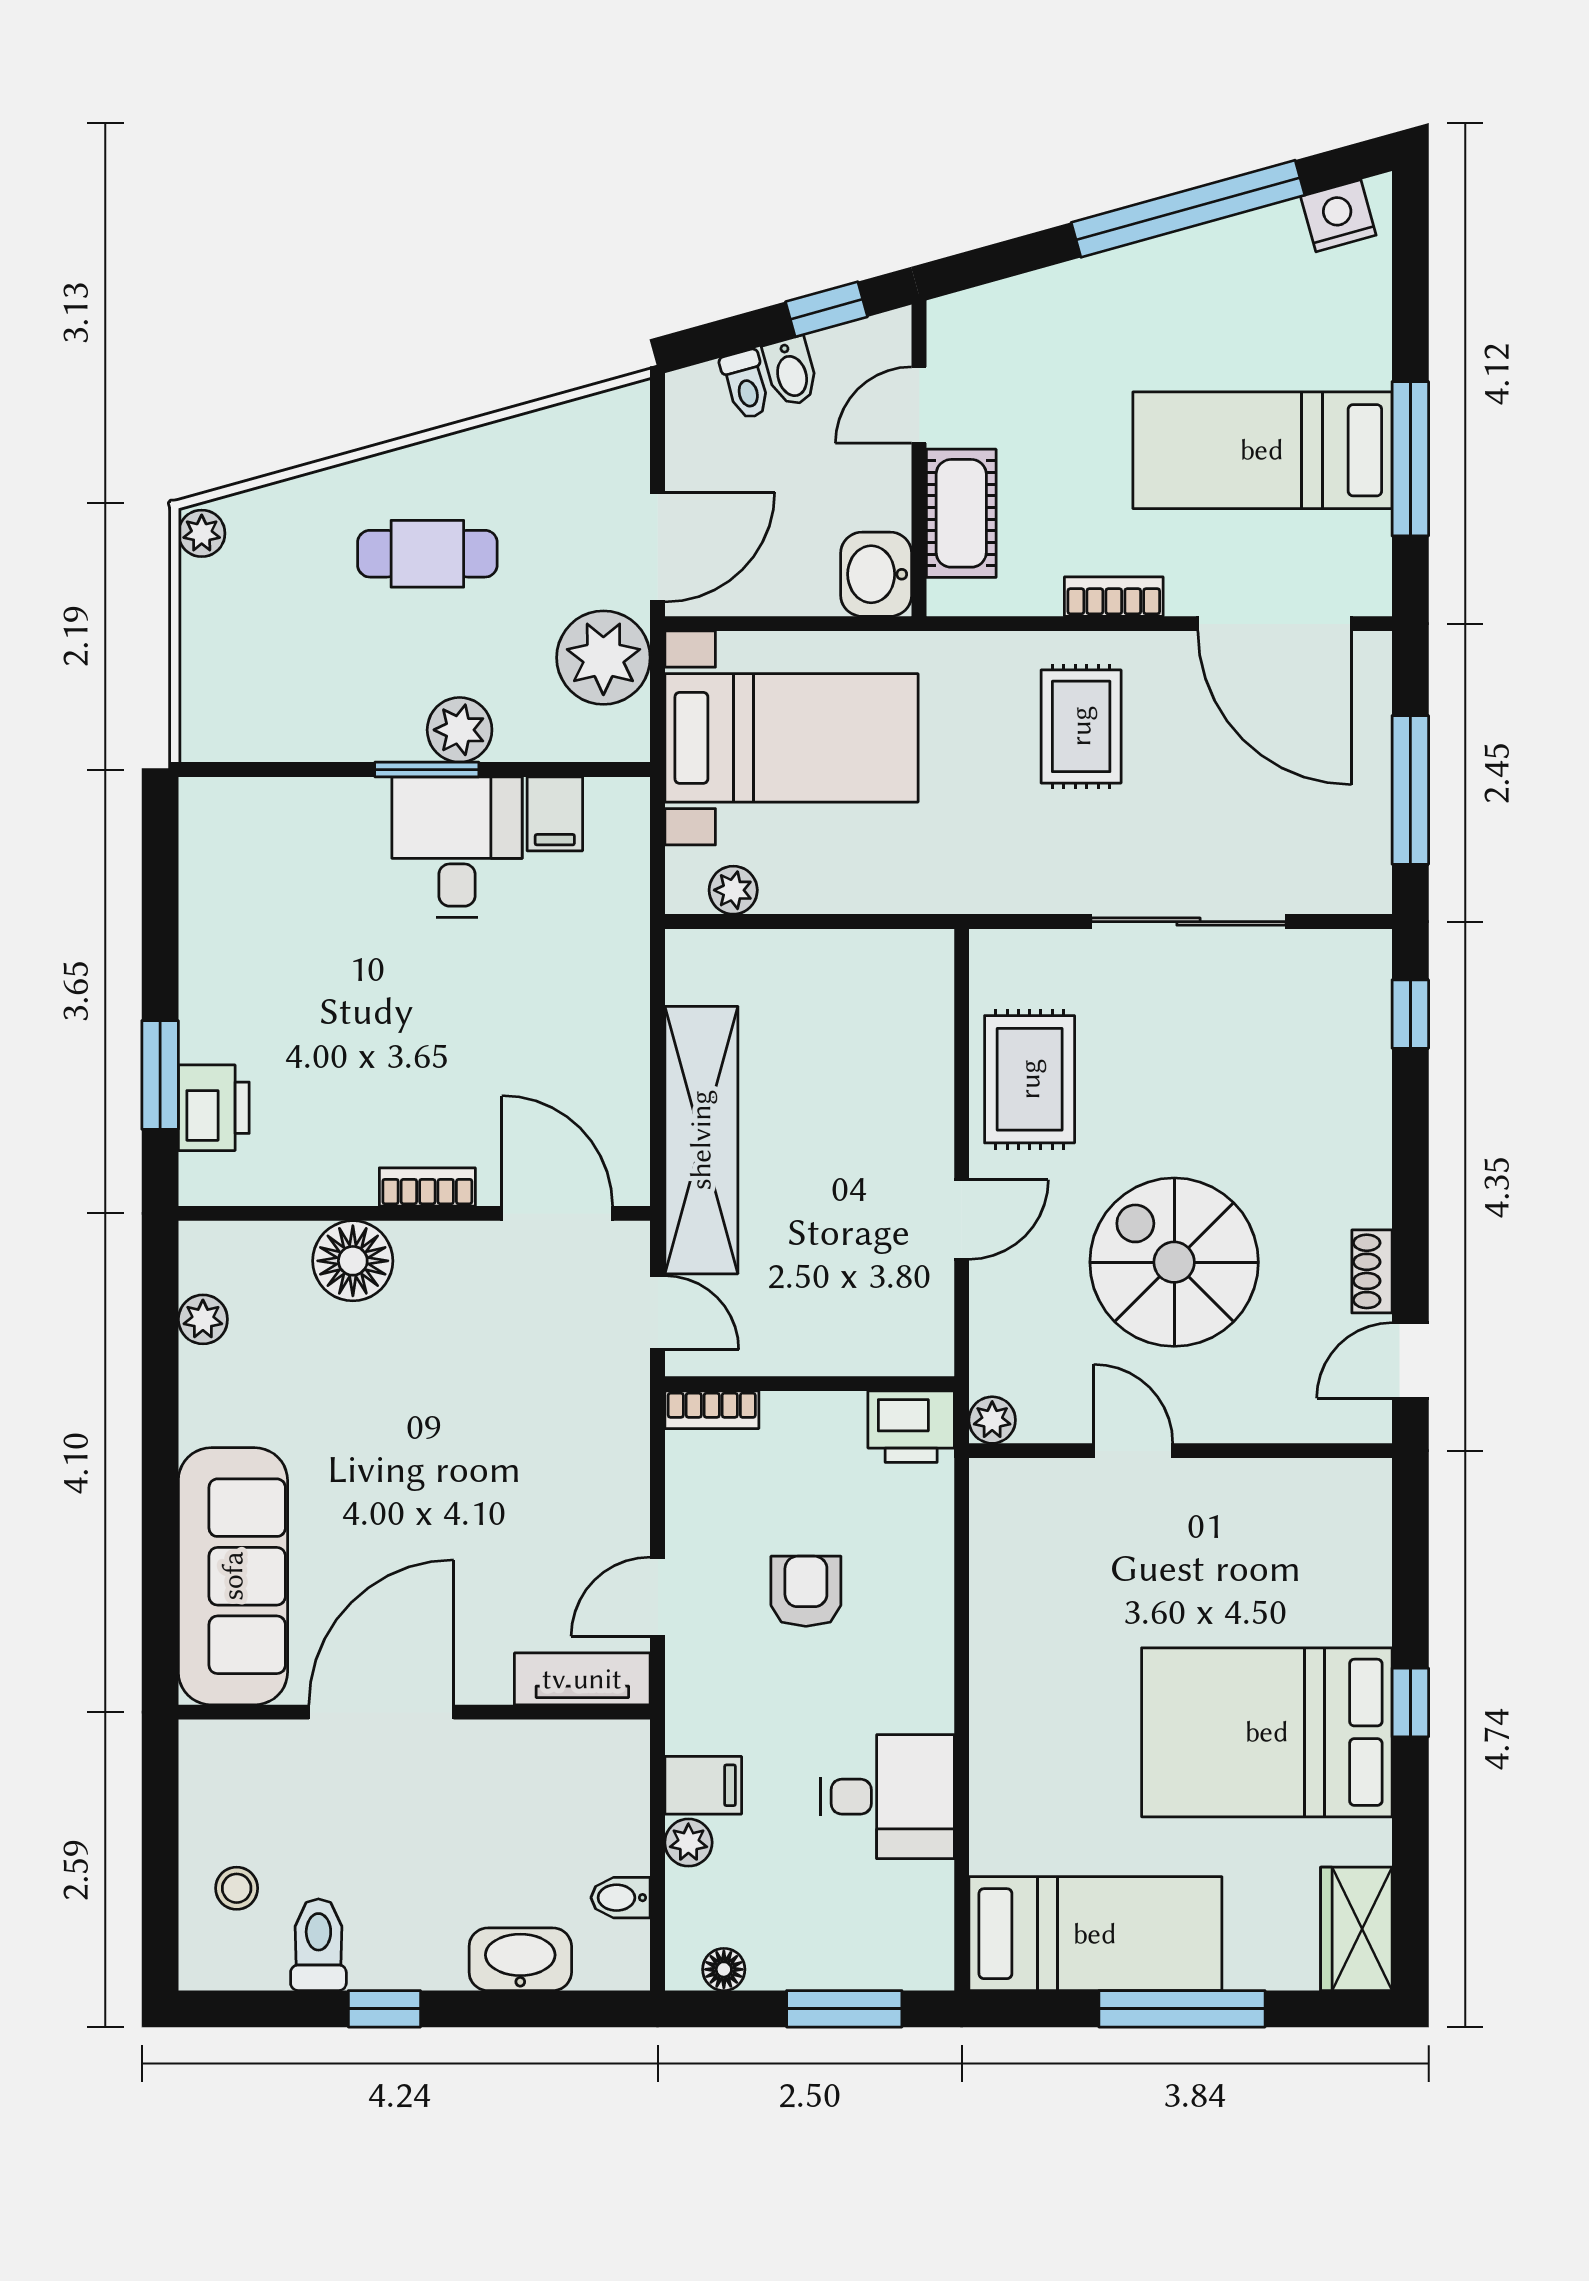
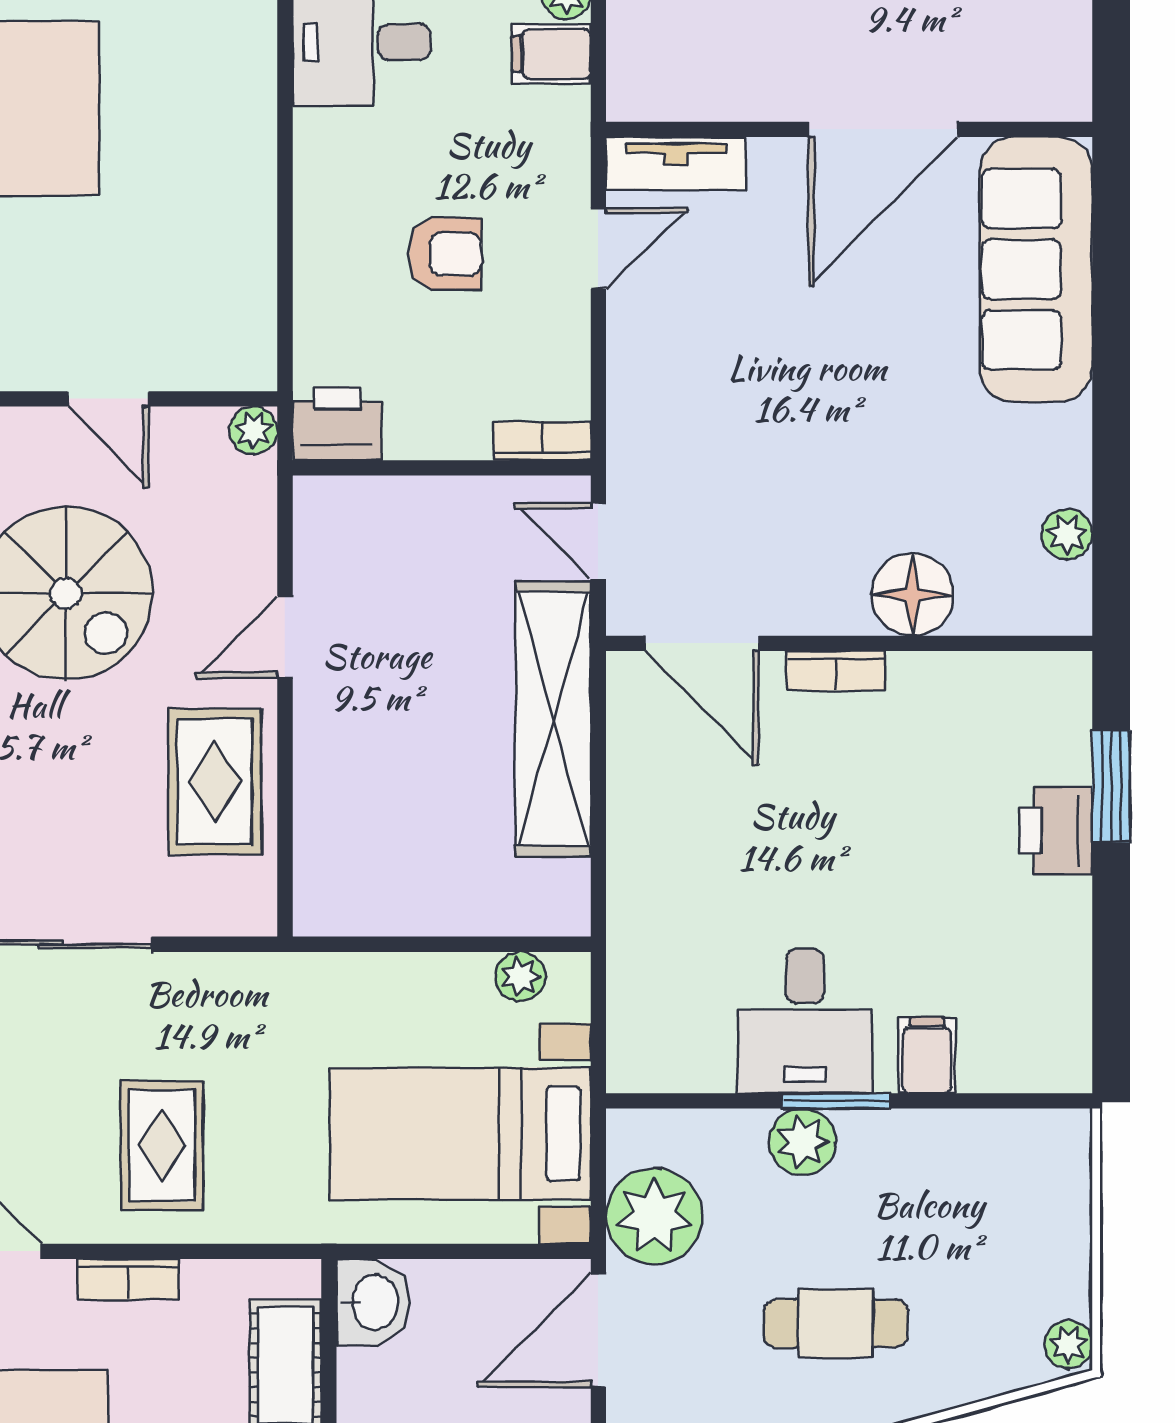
filing cabinet: (555, 814) -> (927, 1055), moved
printer: (214, 1108) -> (1056, 831), moved
armchair: (806, 1591) -> (445, 254), turned -90

